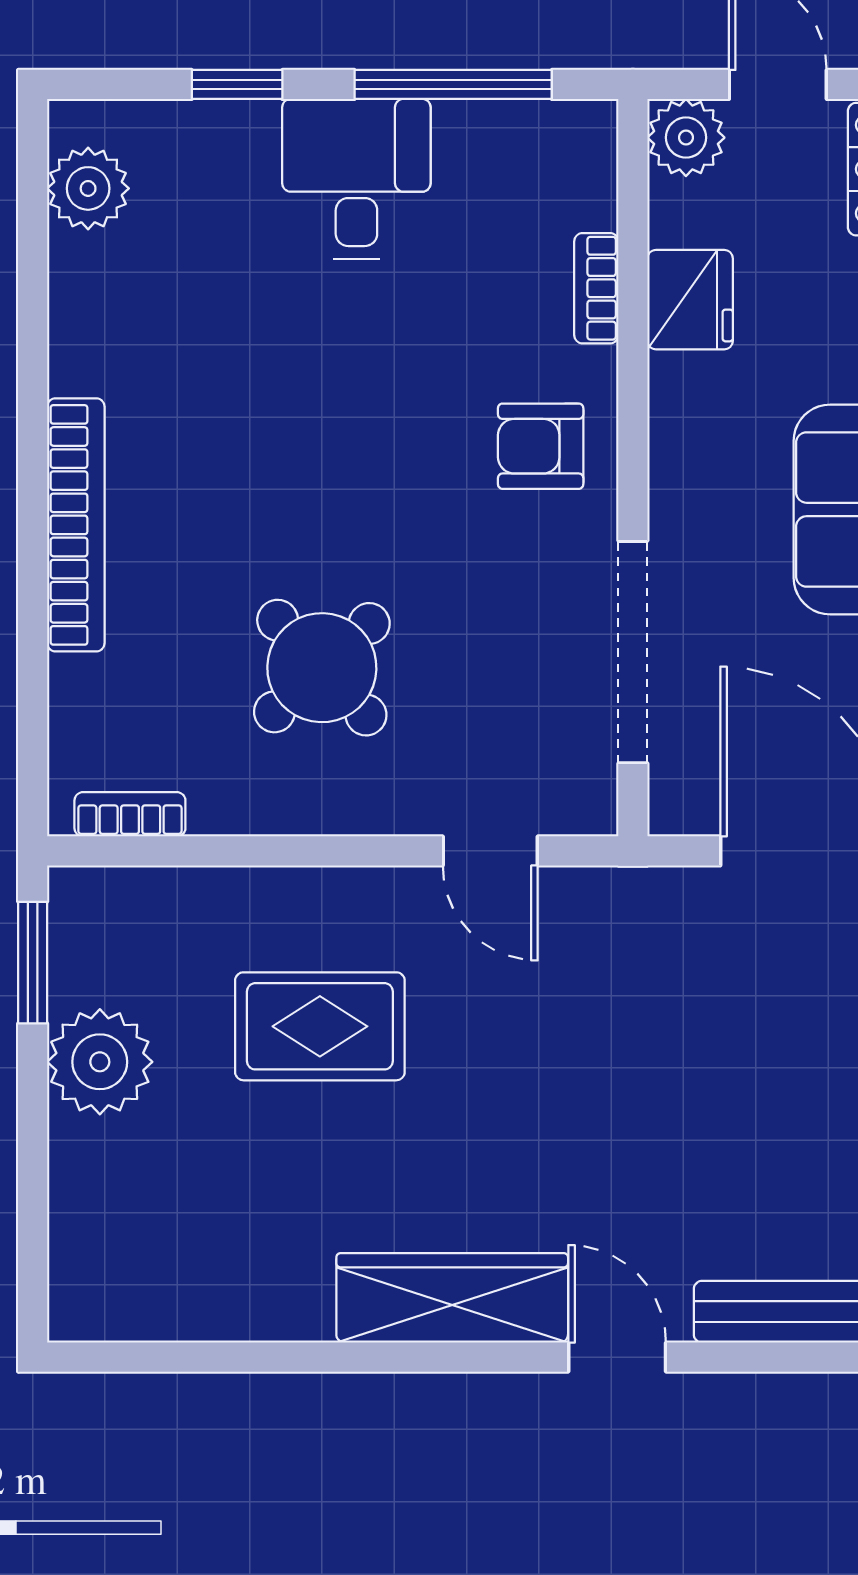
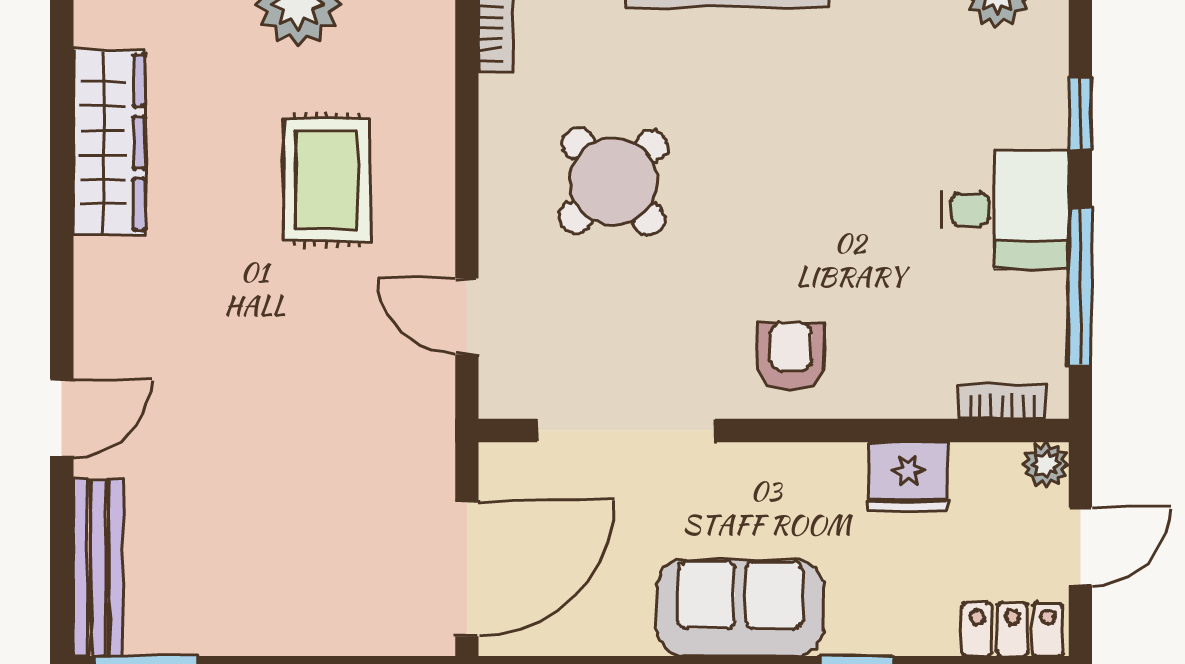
plant: (686, 138) -> (1046, 465), width x0.73, depth x0.73
bookcase: (596, 288) -> (1002, 401), moved
door: (490, 851) -> (467, 316), hinge flipped
wardrobe: (452, 1298) -> (109, 142), moved

